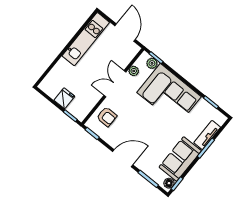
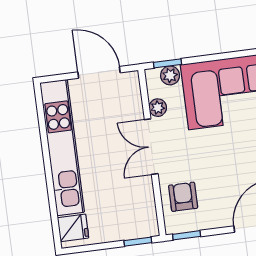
kitchen unit: (86, 39) -> (62, 148), width x1.36
fridge: (64, 98) -> (73, 228), moved, turned 90
armchair: (107, 117) -> (183, 197), turned -90

